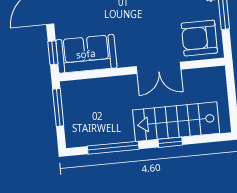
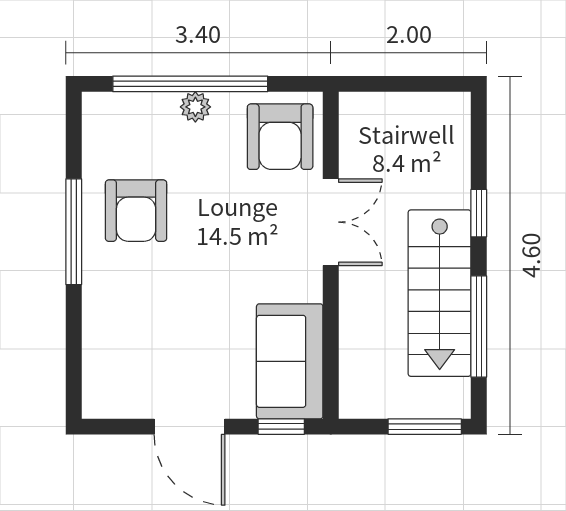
window: (58, 107) -> (425, 427), moved
stairs: (176, 122) -> (440, 293), moved

